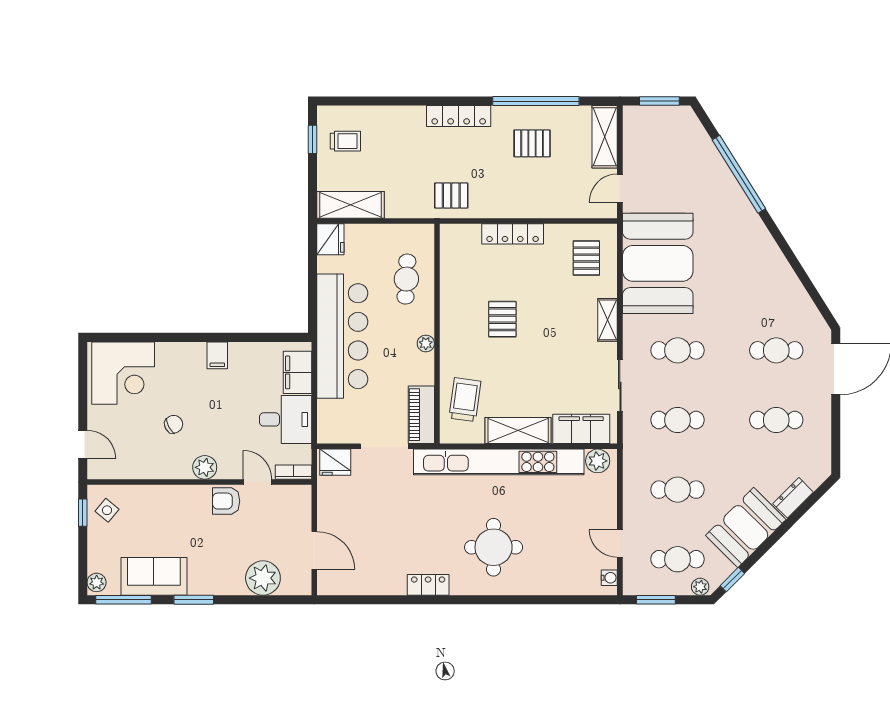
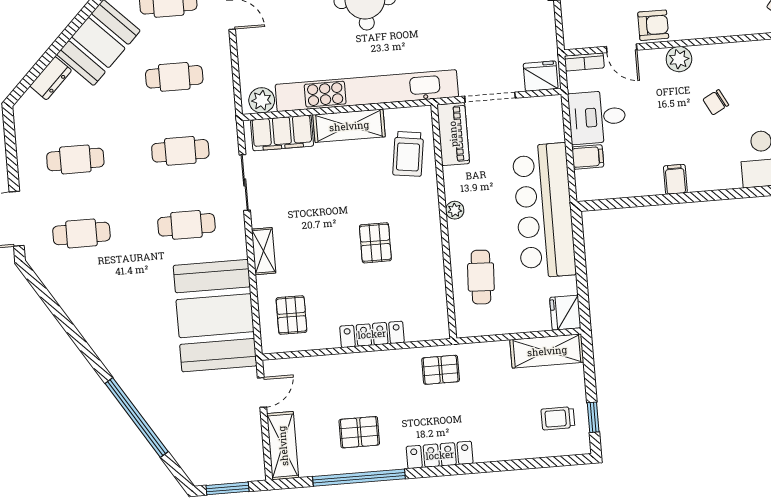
filing cabinet: (297, 372) -> (588, 157), width x0.50

